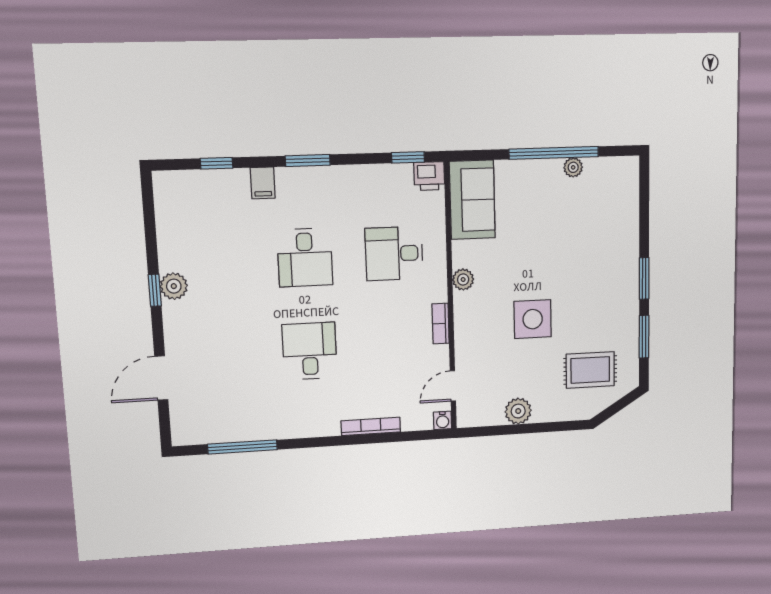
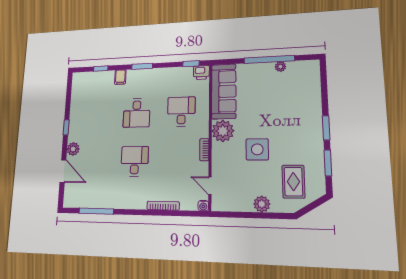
sofa: (472, 200) -> (224, 91), width x1.36
desk: (394, 254) -> (181, 112), turned 90
plant: (463, 280) -> (223, 131), width x1.87, depth x1.87
plant: (174, 286) -> (73, 149), moved
rug: (590, 370) -> (293, 182), turned 90
door: (161, 378) -> (63, 171), swing flipped
door: (453, 386) -> (210, 186), hinge flipped
plant: (518, 411) -> (262, 204), moved

